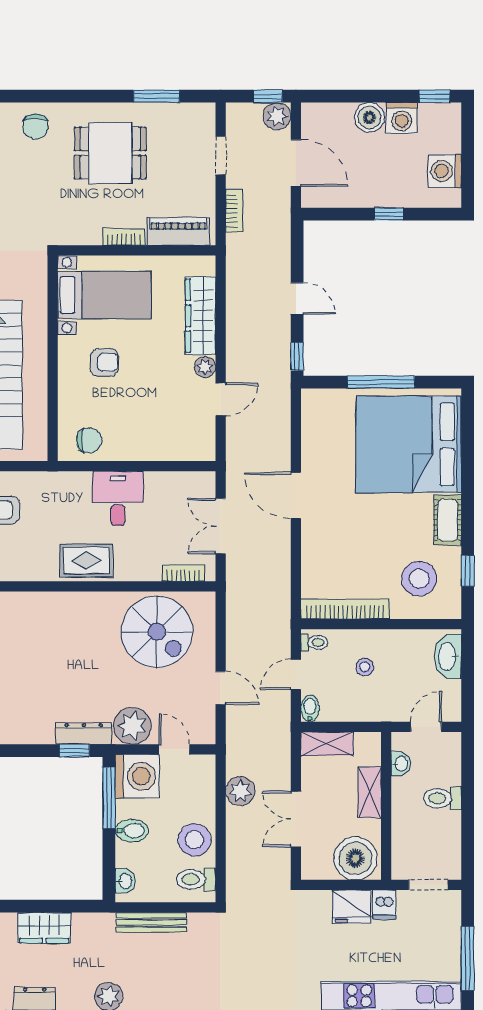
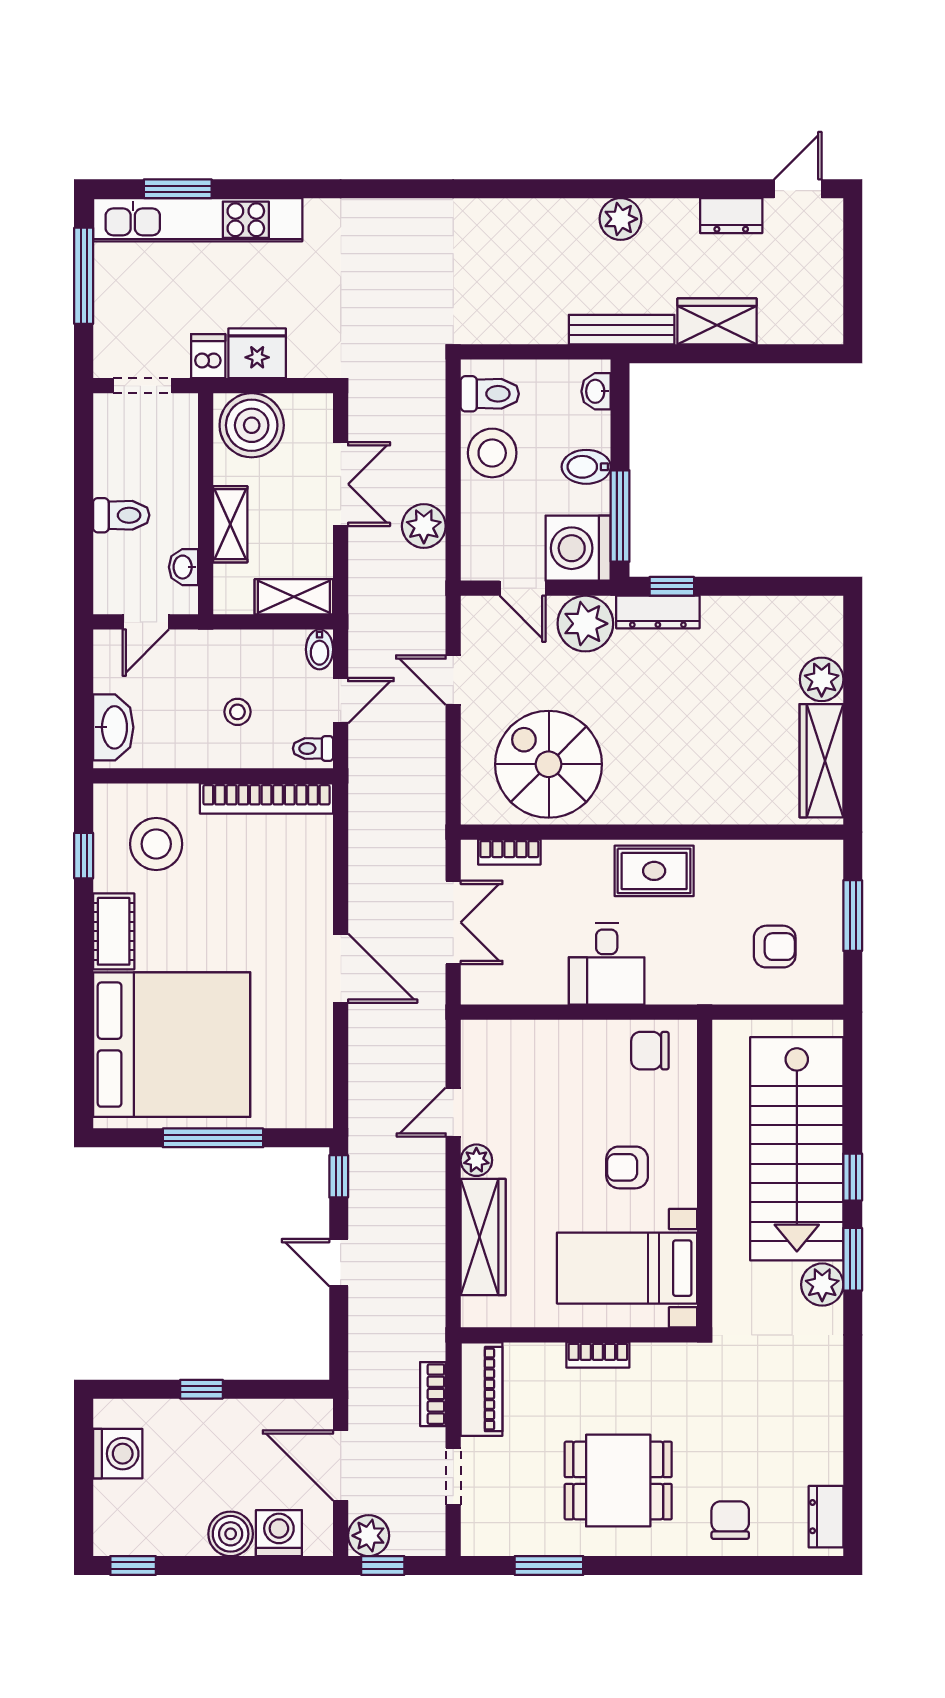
washing machine: (402, 118) -> (279, 1533), moved
piano: (178, 231) -> (482, 1389), moved, turned -90
bench: (152, 922) -> (622, 330), moved

